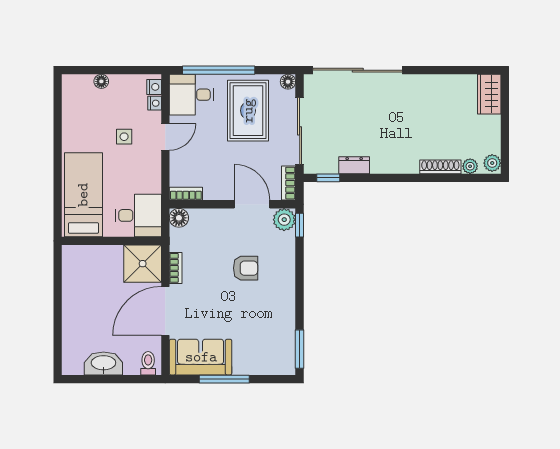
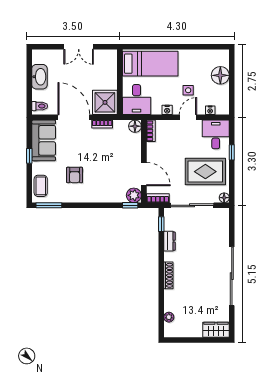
window: (219, 70) -> (232, 152), width x0.32
sliding door: (358, 70) -> (232, 276), moved
floor lamp: (101, 81) -> (220, 75), width x1.89, depth x1.89
nightstand: (154, 87) -> (167, 110), moved
door: (165, 137) -> (188, 117), swing flipped
plant: (492, 163) -> (171, 332), removed
shoe rack: (440, 167) -> (168, 275), moved
door: (252, 204) -> (144, 174), hinge flipped
armchair: (246, 268) -> (75, 175), moved
double door: (58, 304) -> (79, 47), added
coffee table: (270, 362) -> (41, 186), added
window: (224, 379) -> (29, 156), width x0.46

